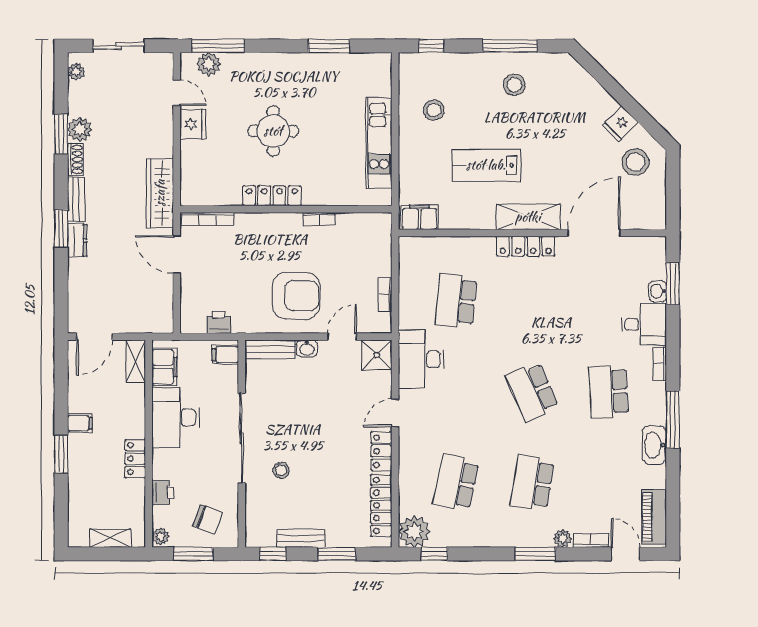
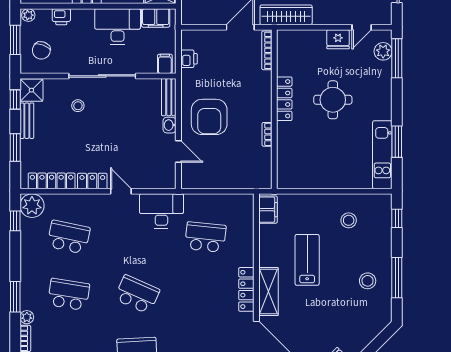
kitchen unit: (379, 143) -> (382, 155), moved, turned -90
bookcase: (385, 295) -> (210, 184), removed
shower: (377, 355) -> (31, 90), moved
school desk: (532, 392) -> (137, 294), turned 48

